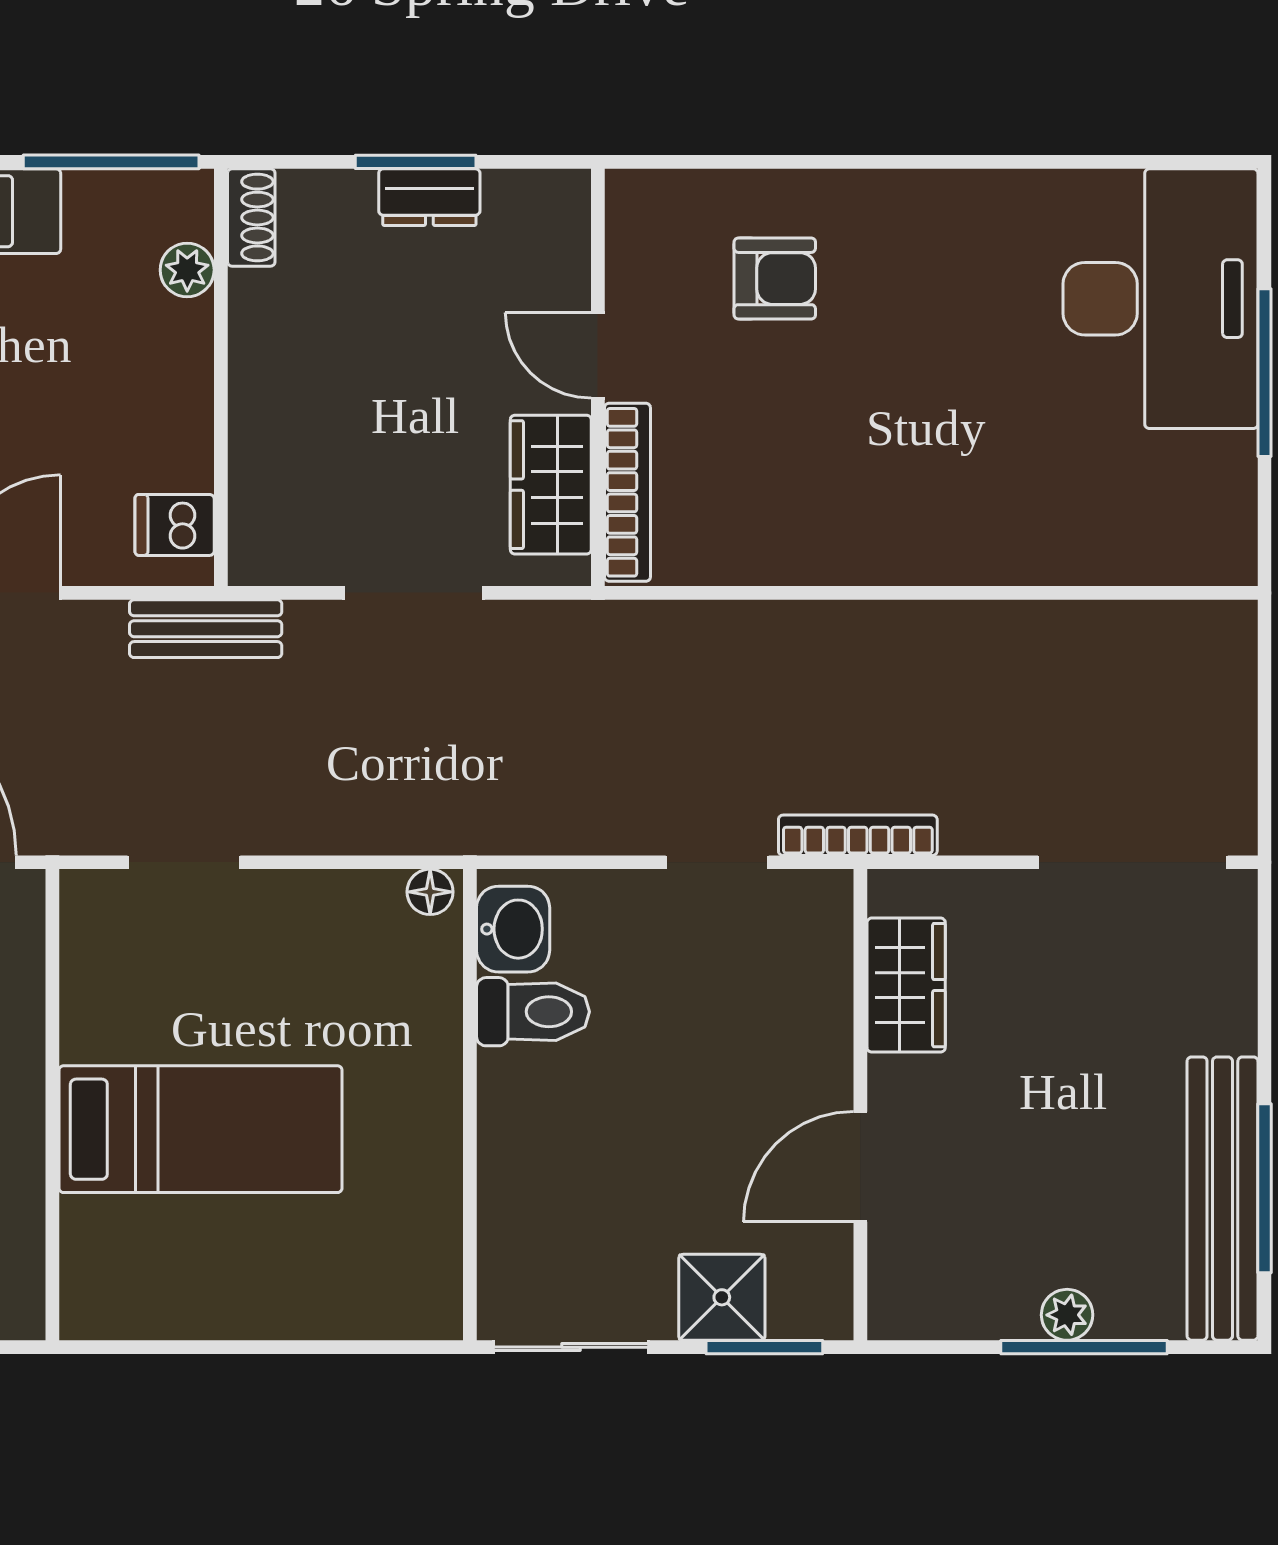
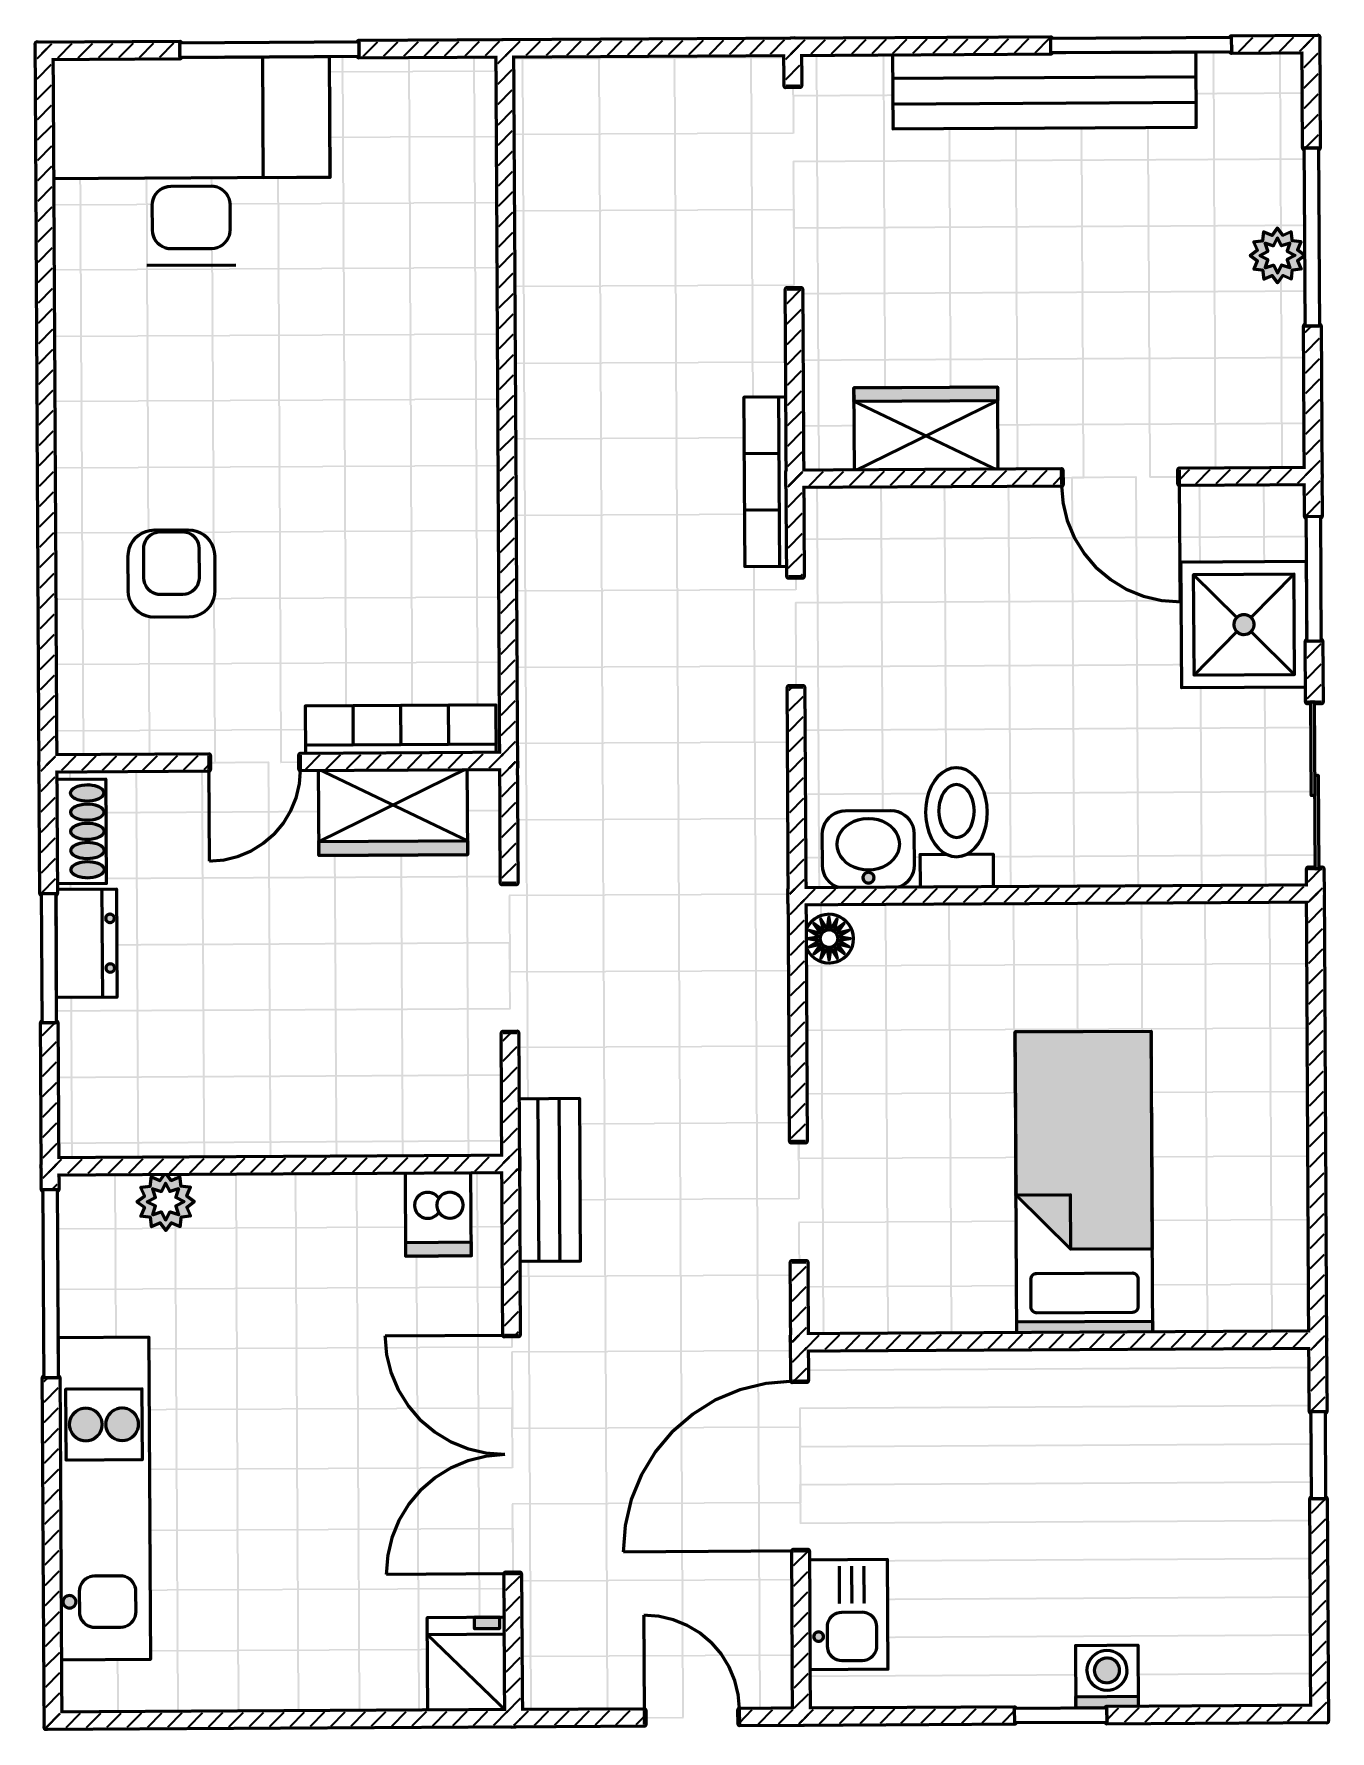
shoe rack: (251, 218) -> (81, 831), moved, turned 90
bench: (1222, 1199) -> (1044, 90), moved
shower: (722, 1297) -> (1244, 625), width x1.36, depth x1.36

